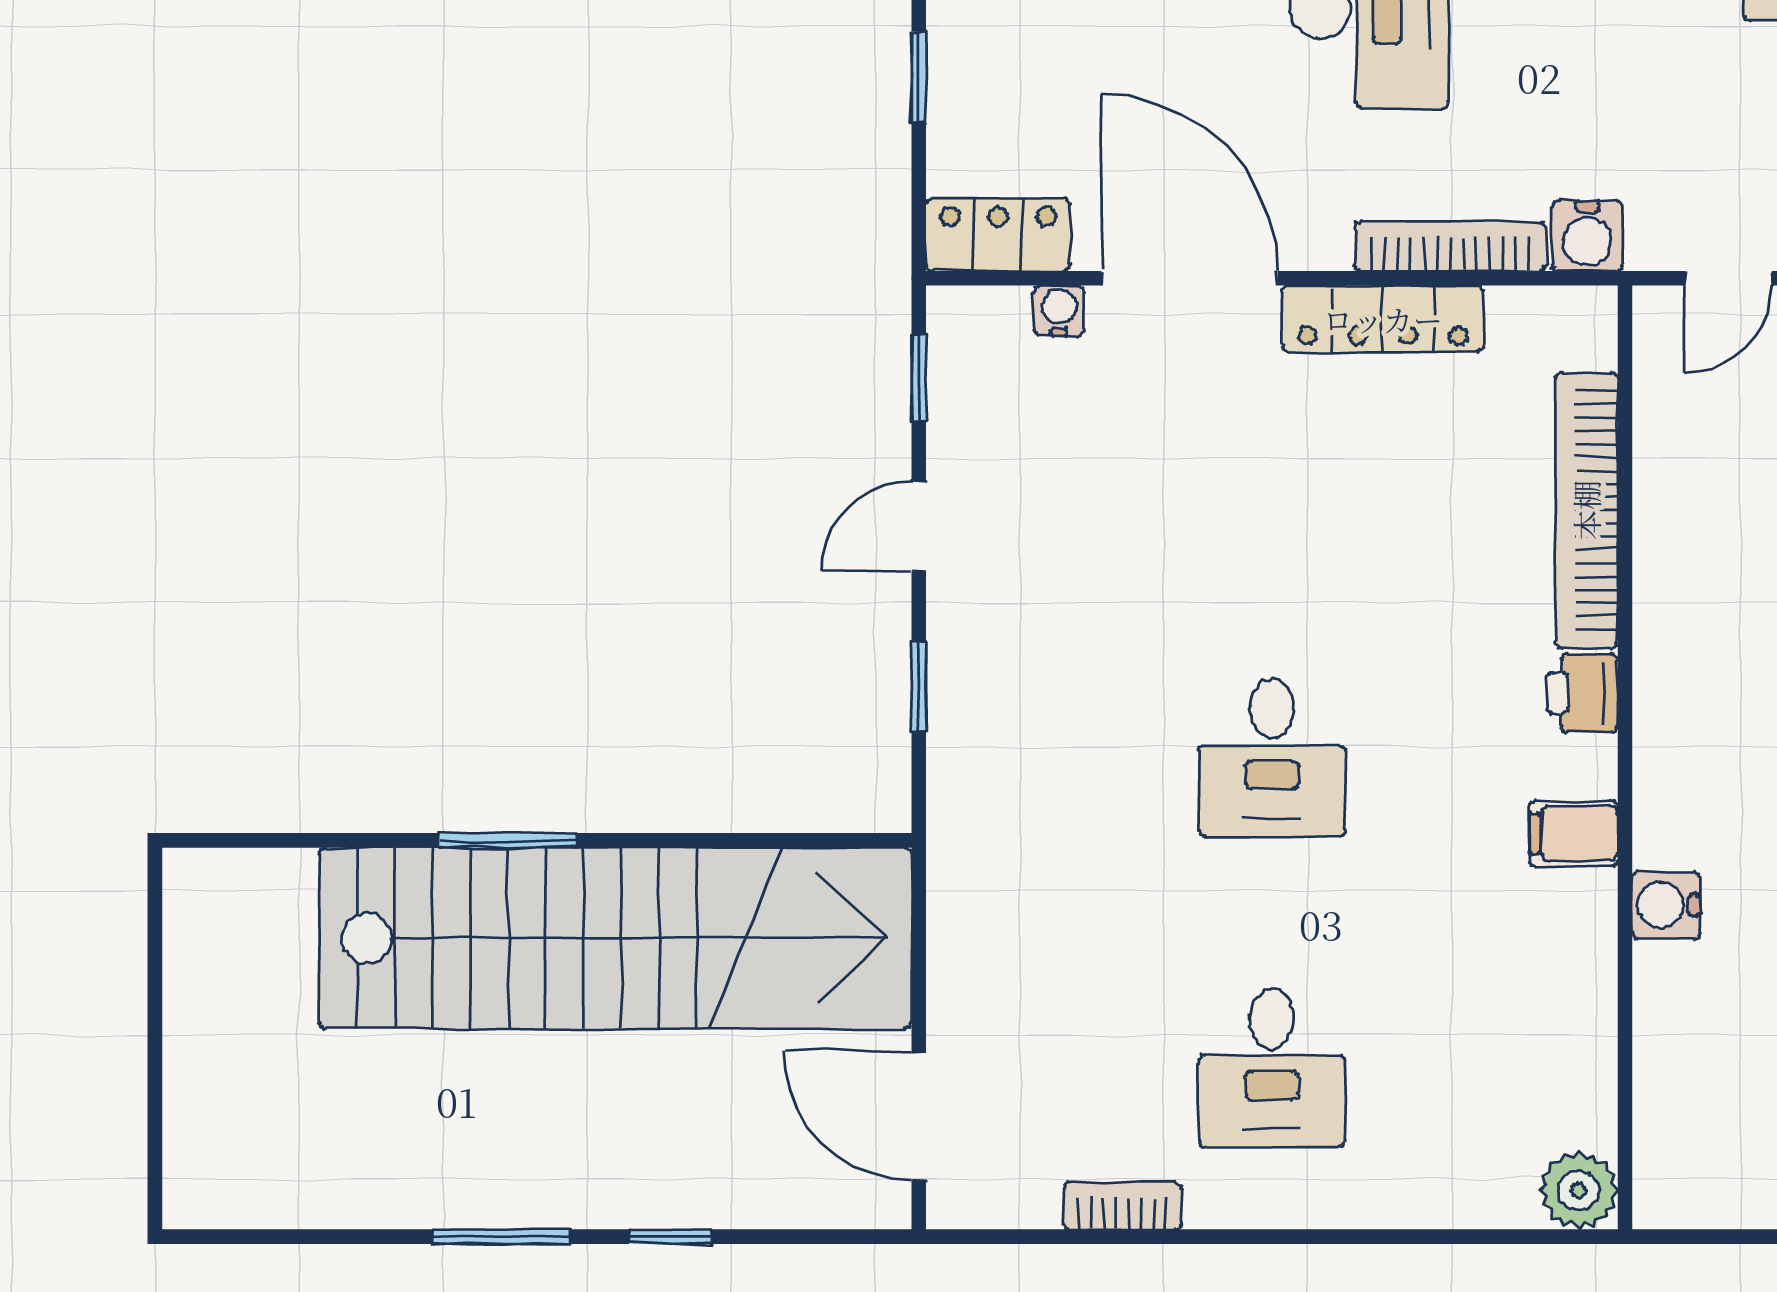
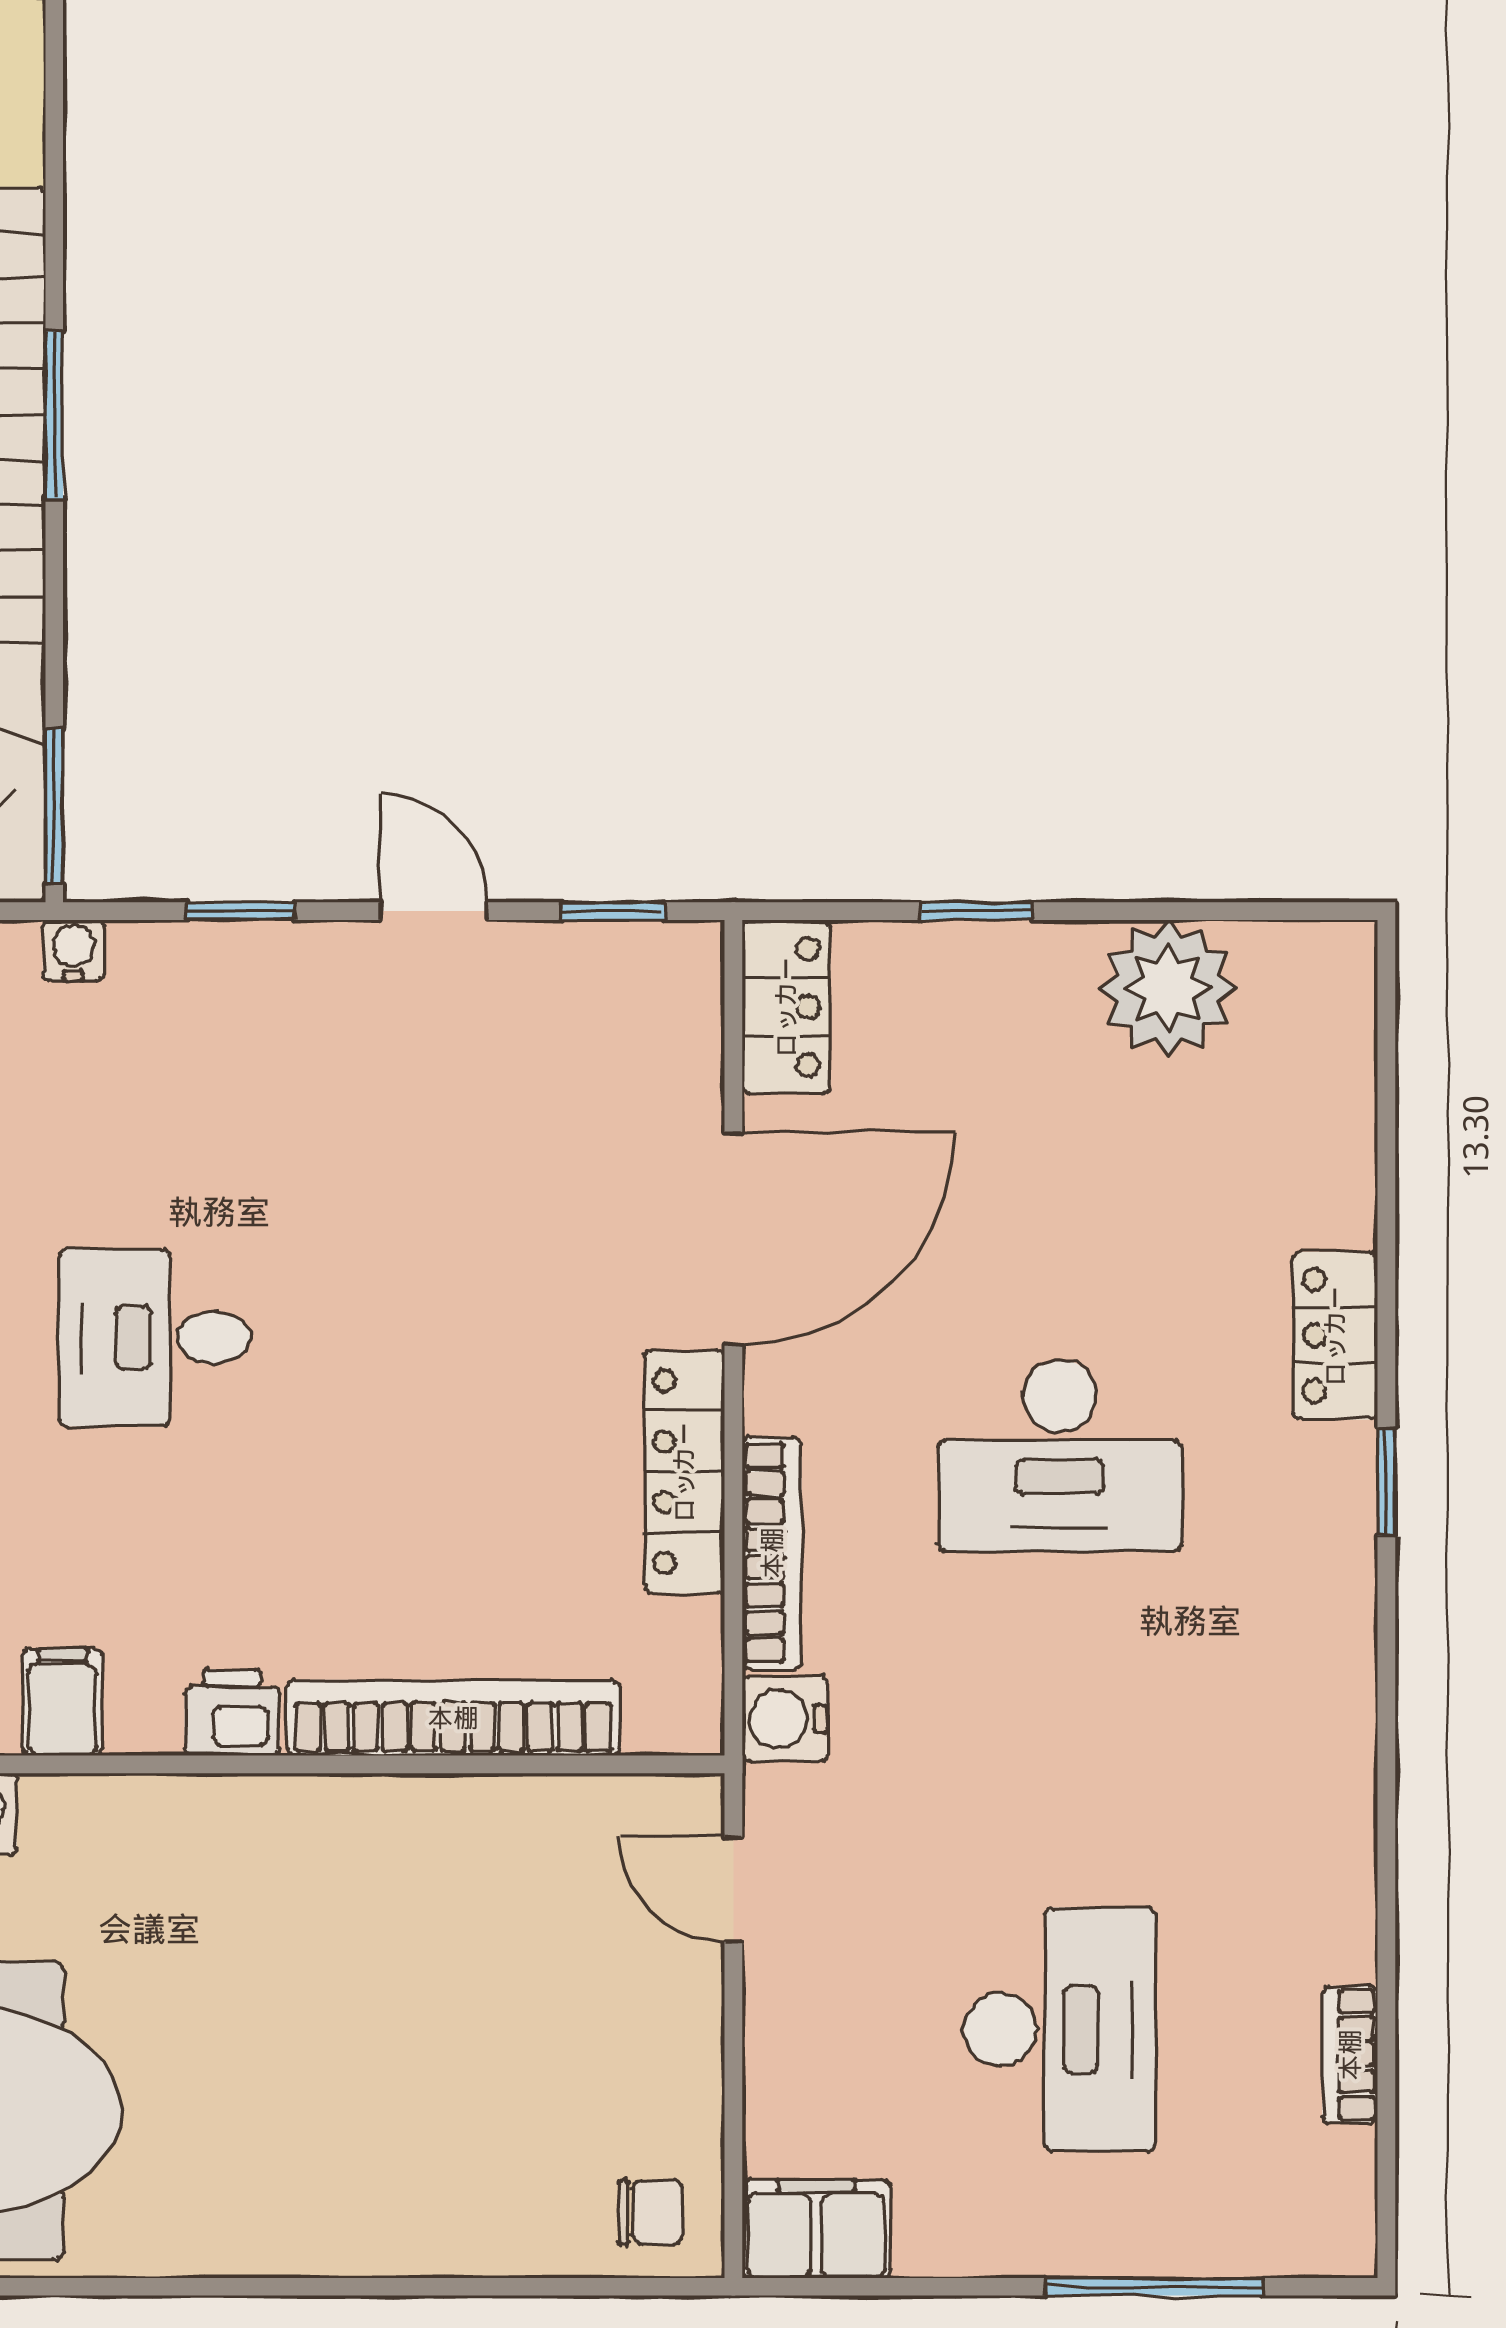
water cooler: (1059, 311) -> (73, 950), moved, turned -90
window: (832, 840) -> (54, 806), added

